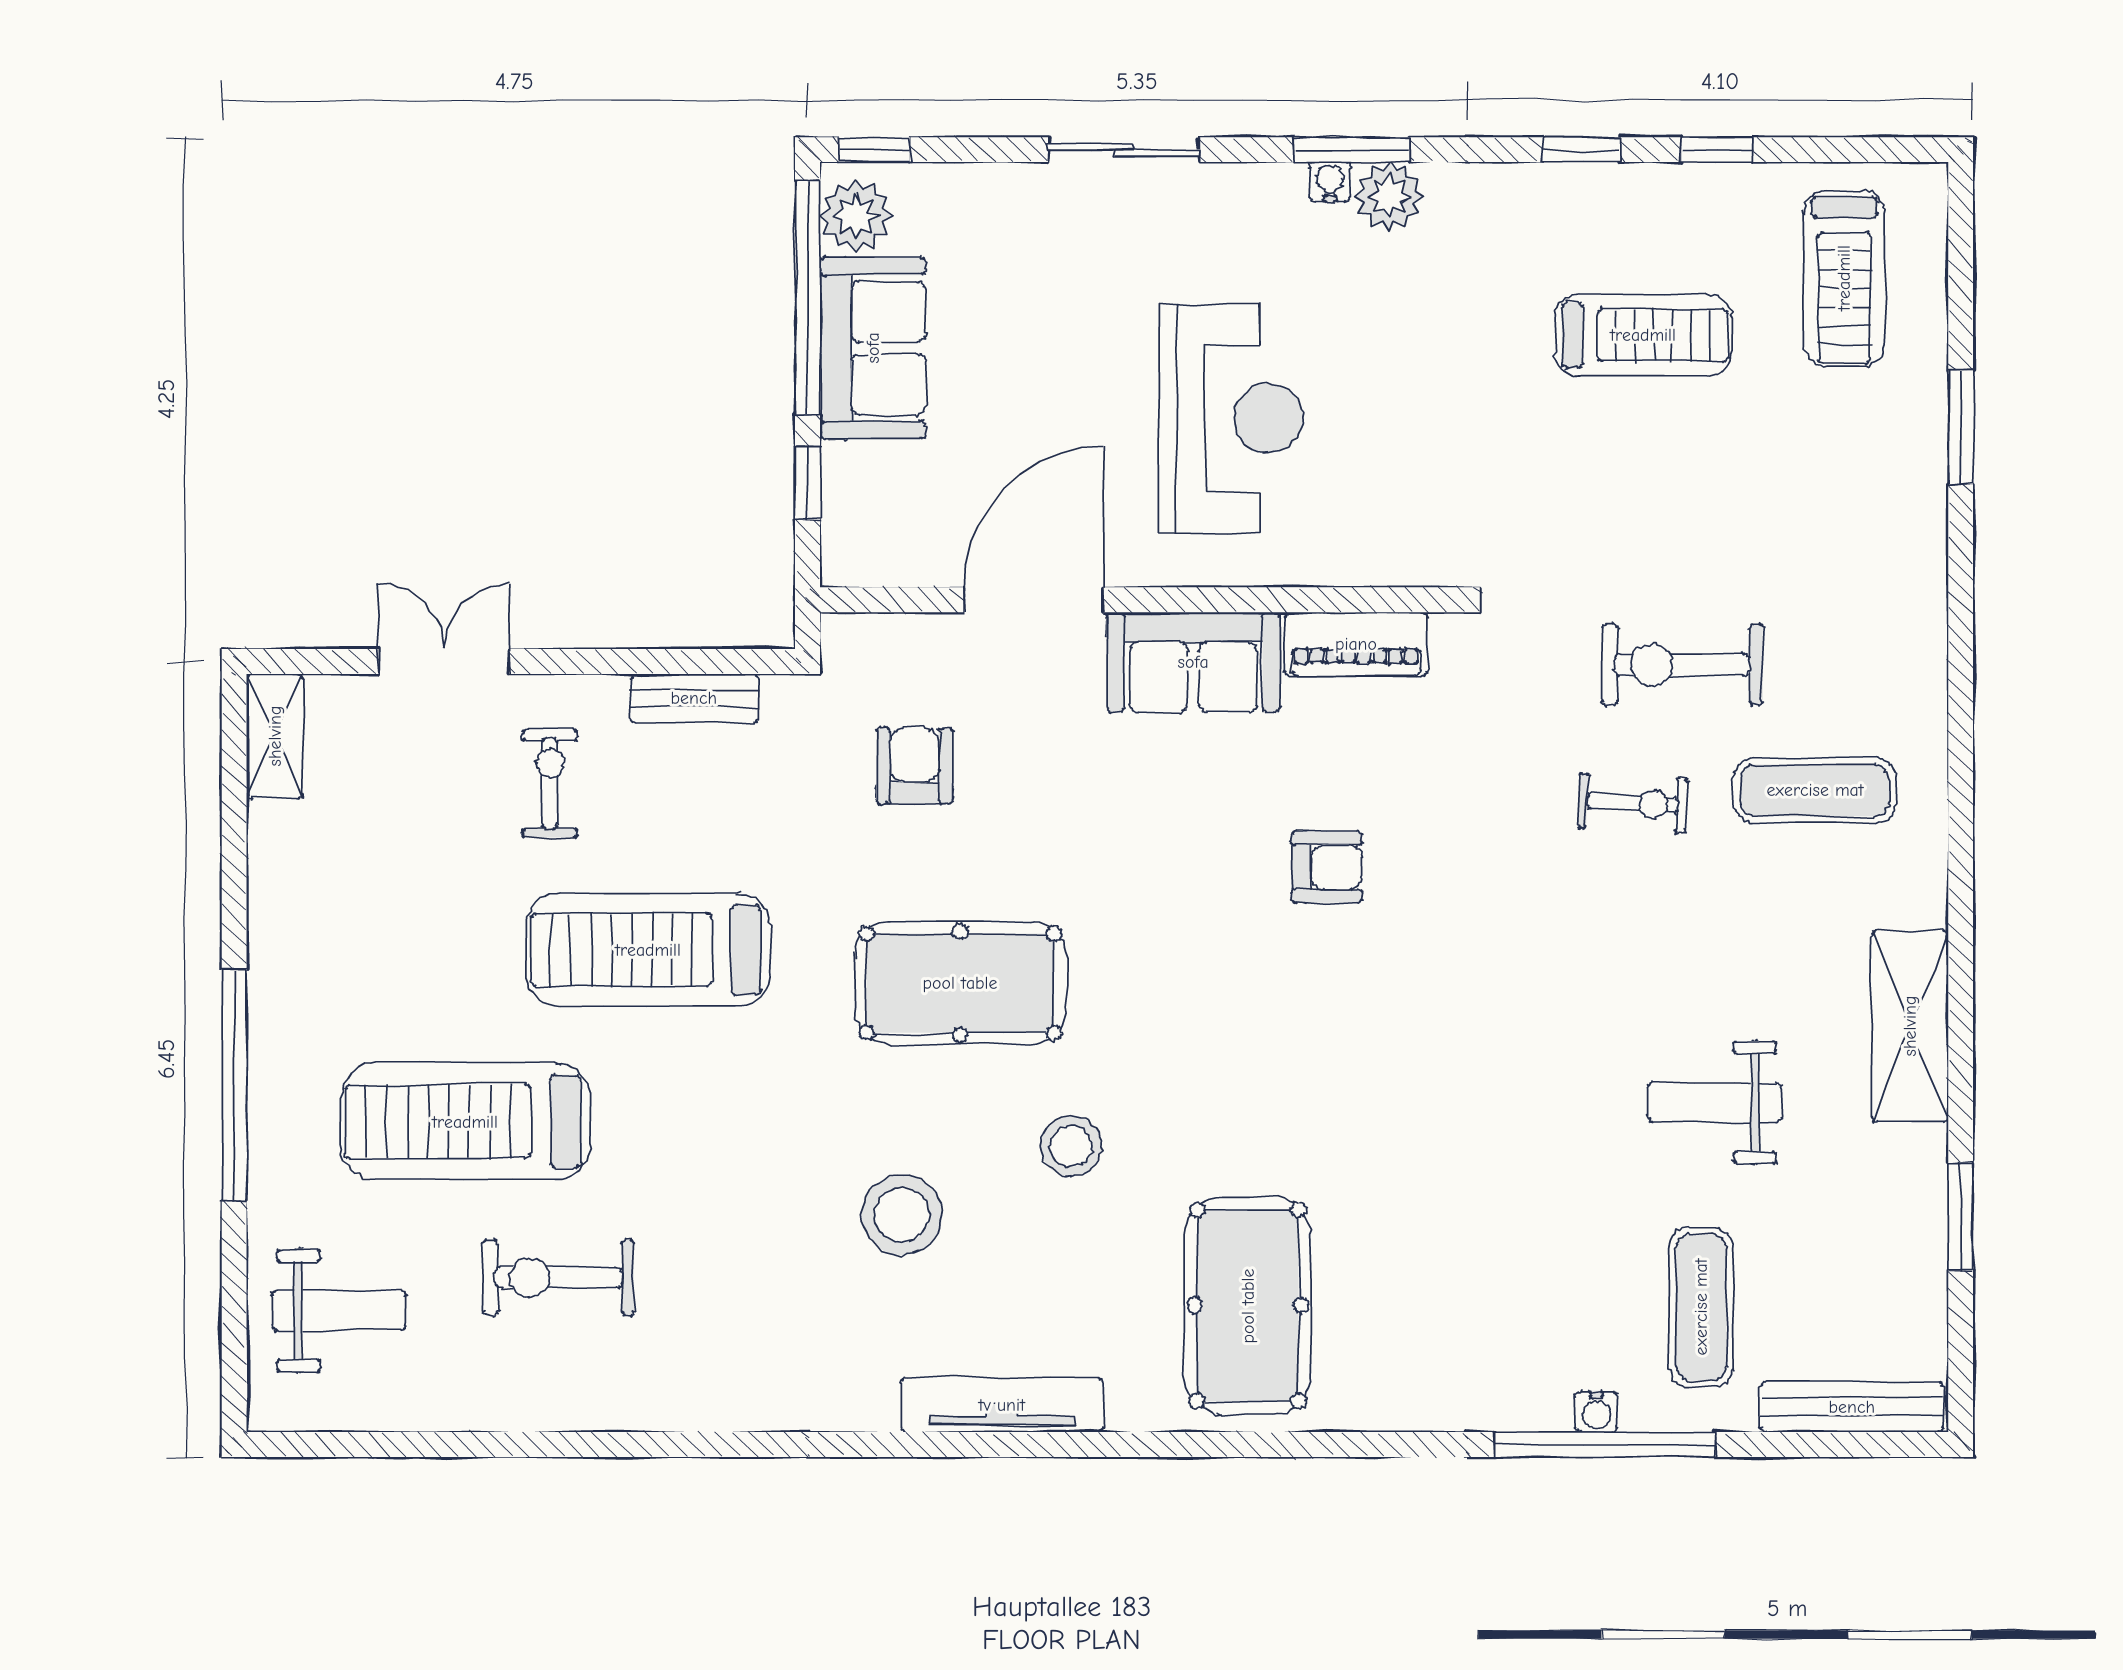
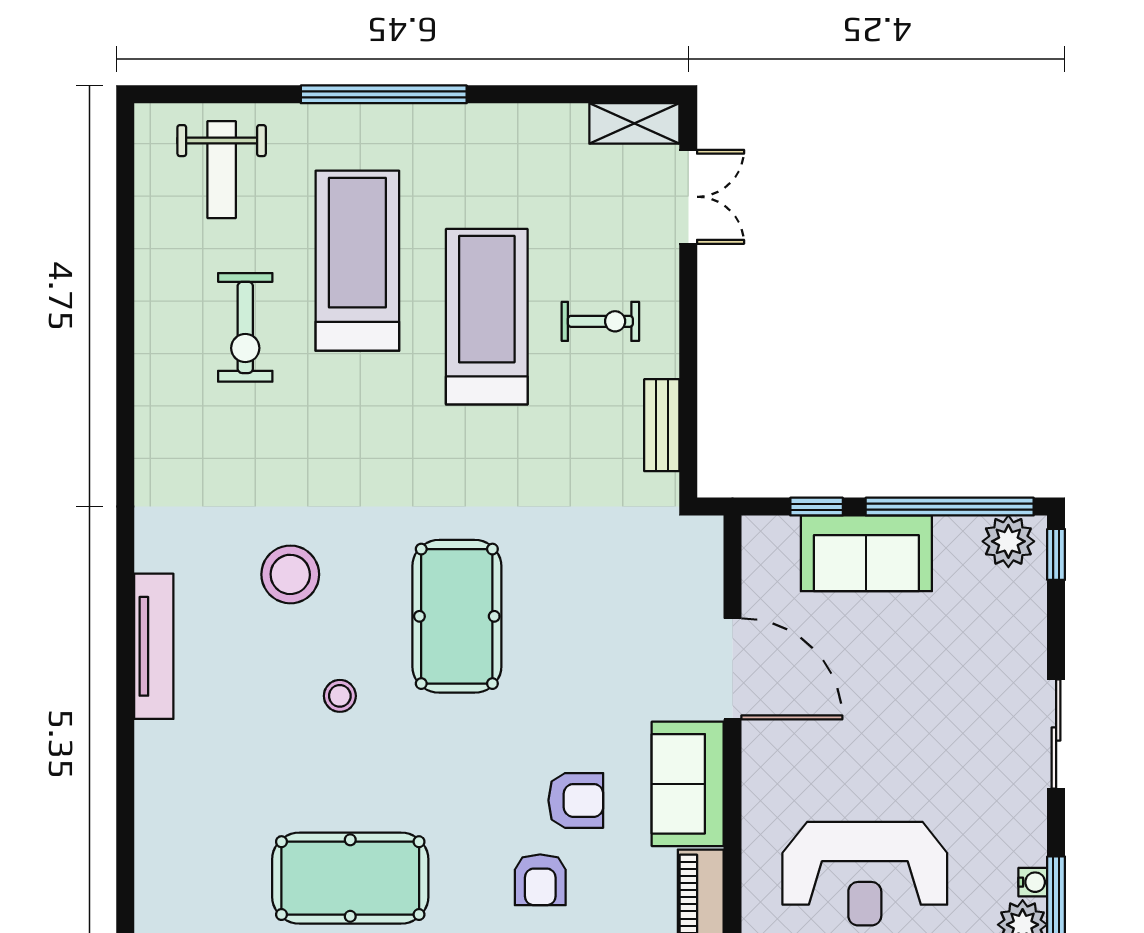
sofa: (873, 348) -> (866, 553), moved
reception desk: (1231, 418) -> (865, 874), moved
double door: (444, 661) -> (688, 197), moved
armchair: (914, 766) -> (576, 800), moved
treadmill: (648, 950) -> (487, 317), moved
stool: (1071, 1146) -> (340, 696), width x0.73, depth x0.73
exercise bike: (558, 1277) -> (245, 327), turned 180
pool table: (1248, 1306) -> (350, 878), moved

